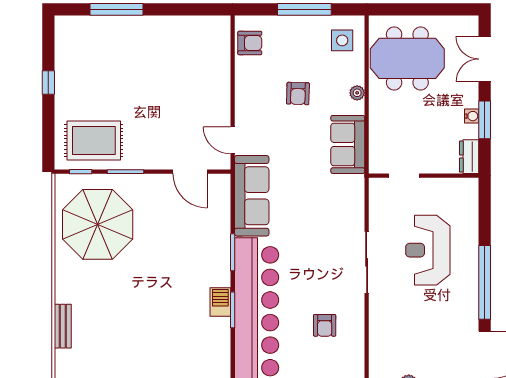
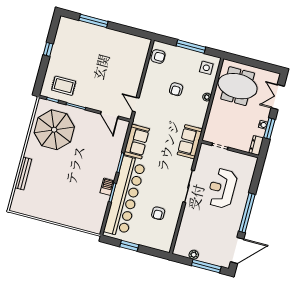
rug: (94, 141) -> (64, 86), width x0.73, depth x0.70
sofa: (348, 144) -> (190, 142), moved
sofa: (252, 196) -> (137, 142), width x0.73
bench: (63, 326) -> (23, 174), width x1.36

